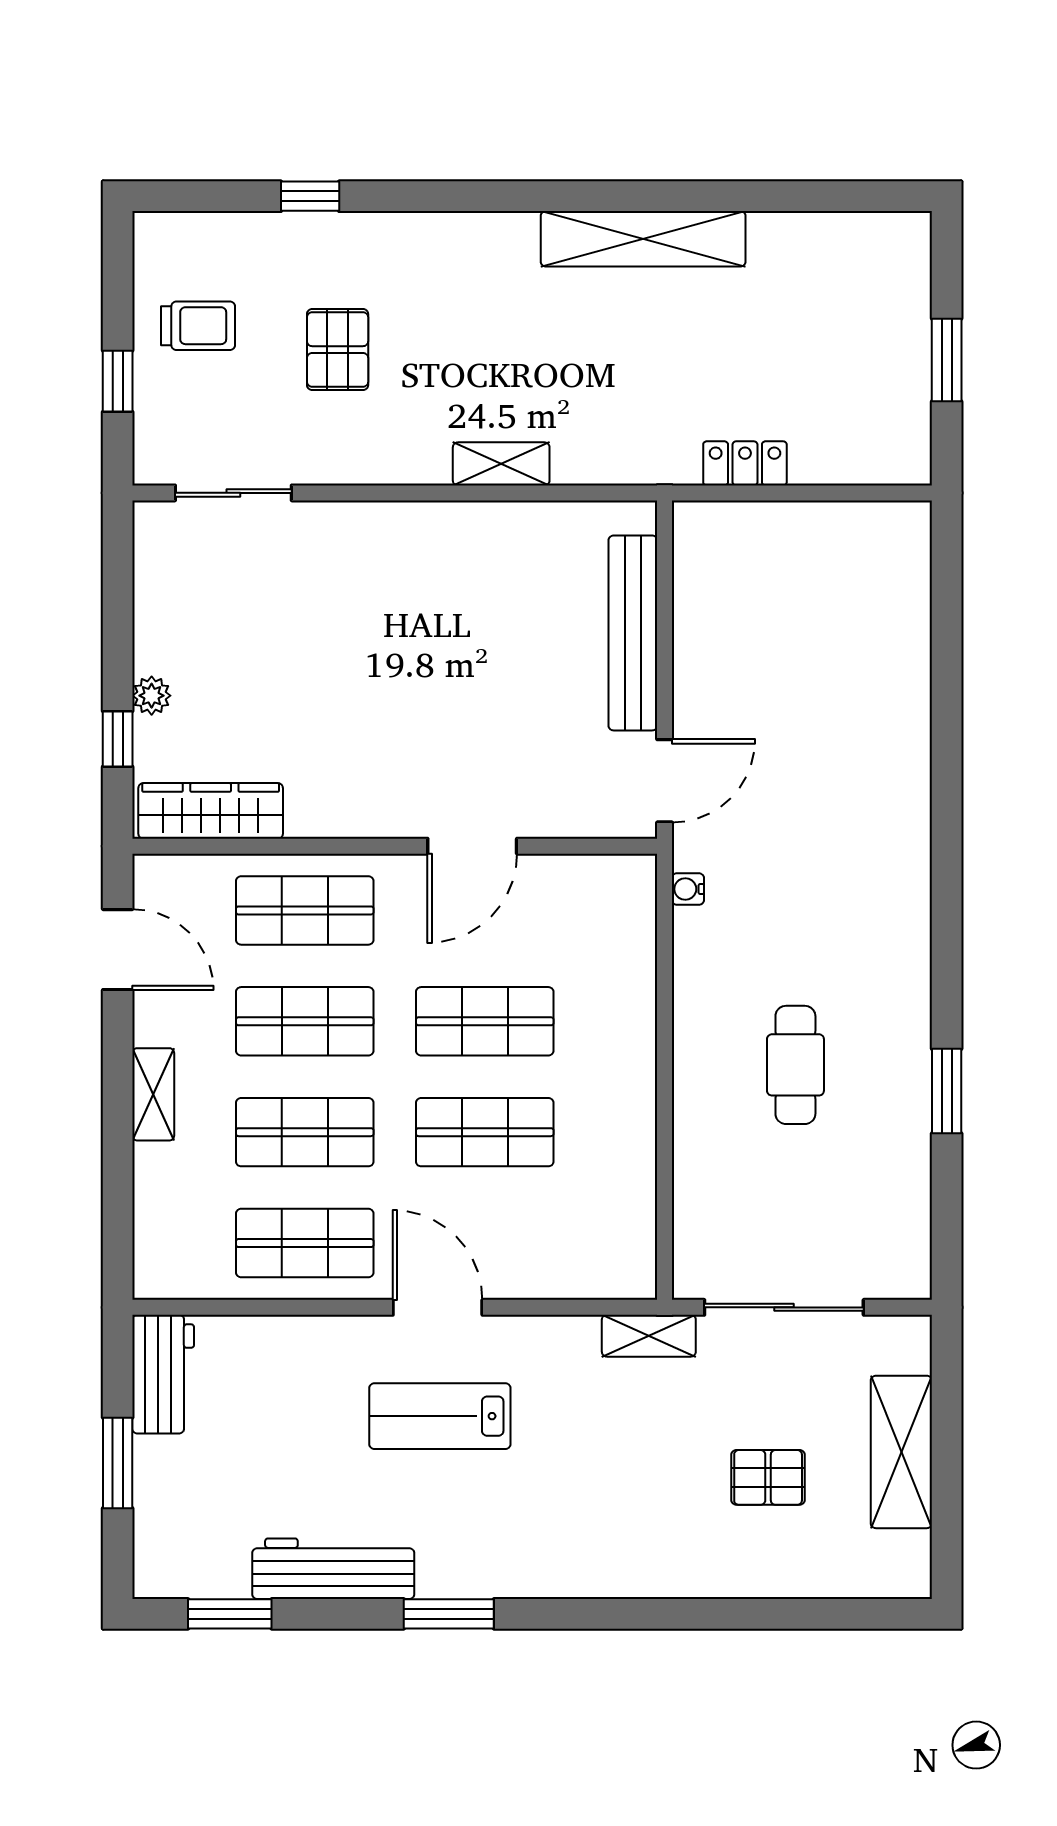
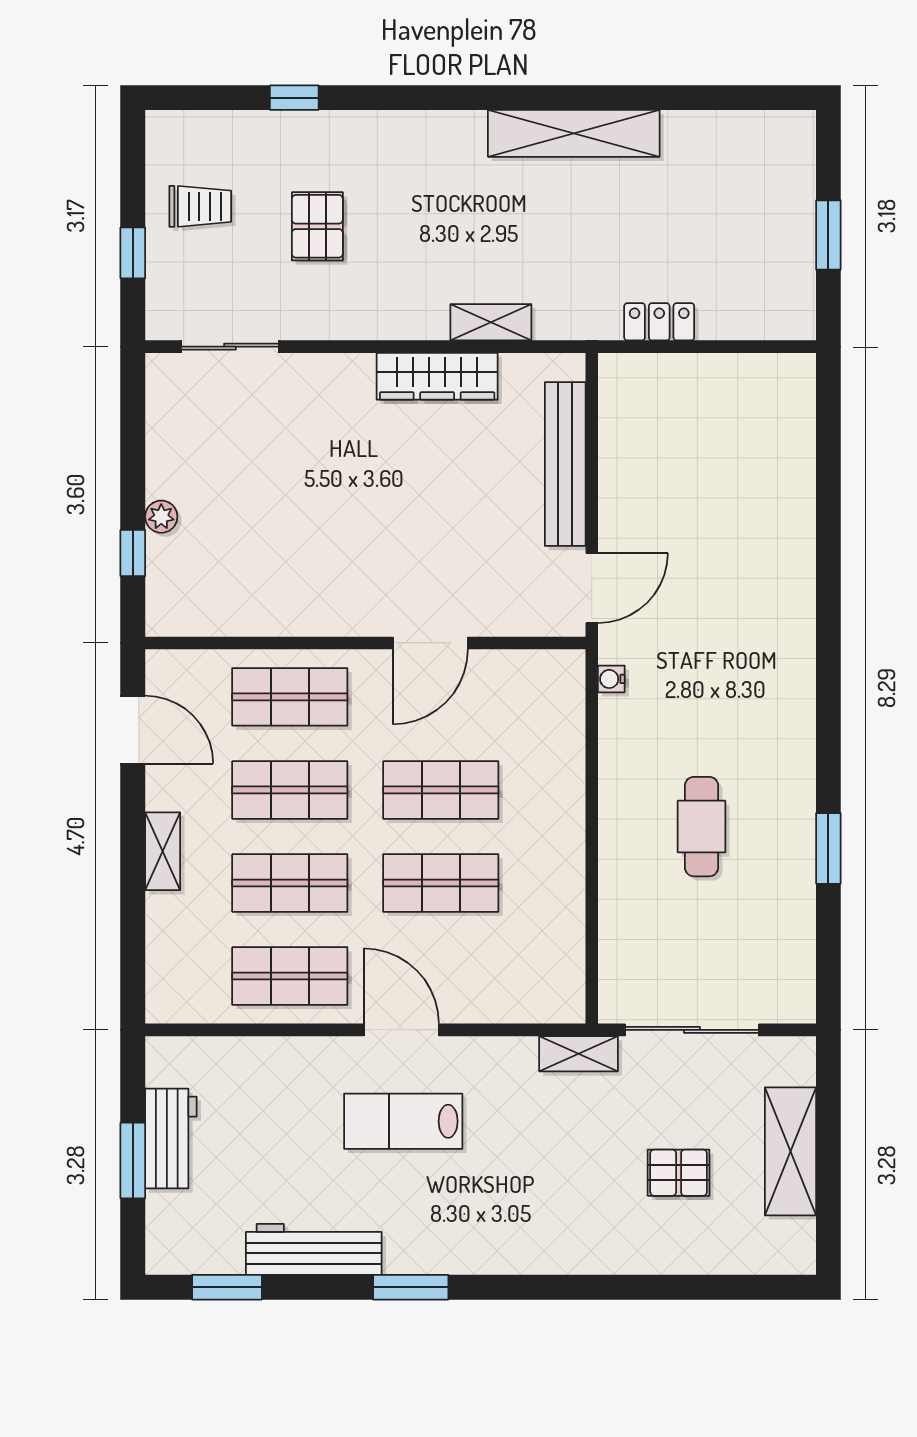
shelving: (501, 464) -> (491, 322), moved
wardrobe: (211, 811) -> (437, 376), moved, turned 180
workbench: (163, 1374) -> (171, 1138), moved

